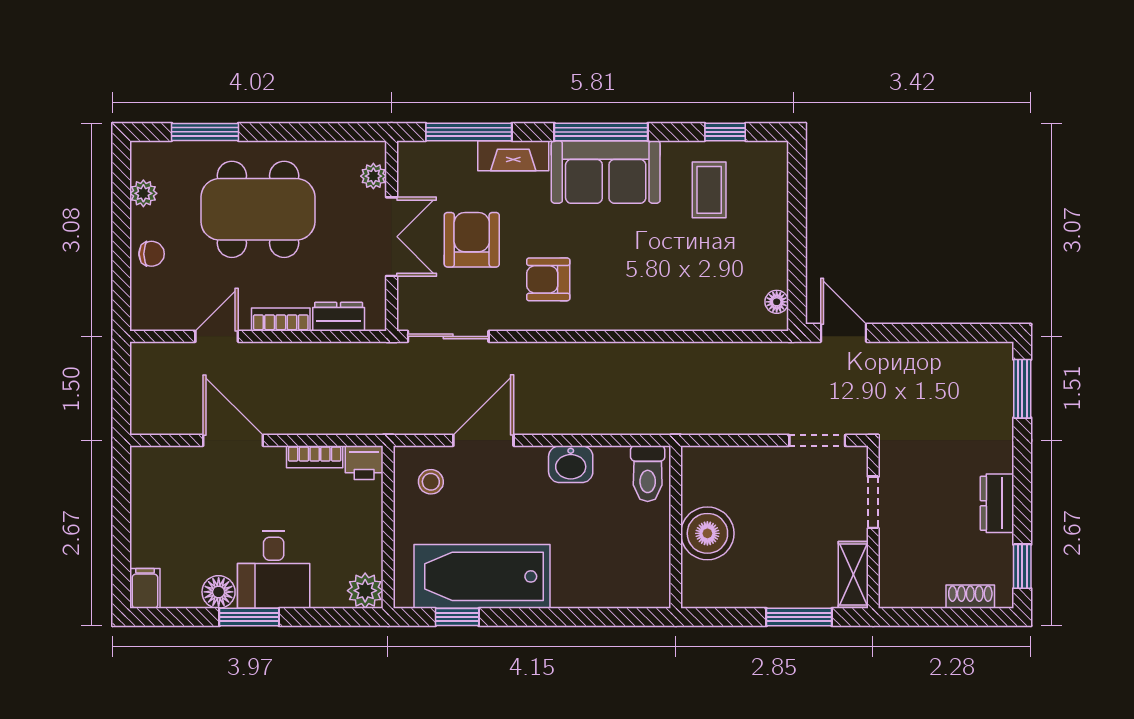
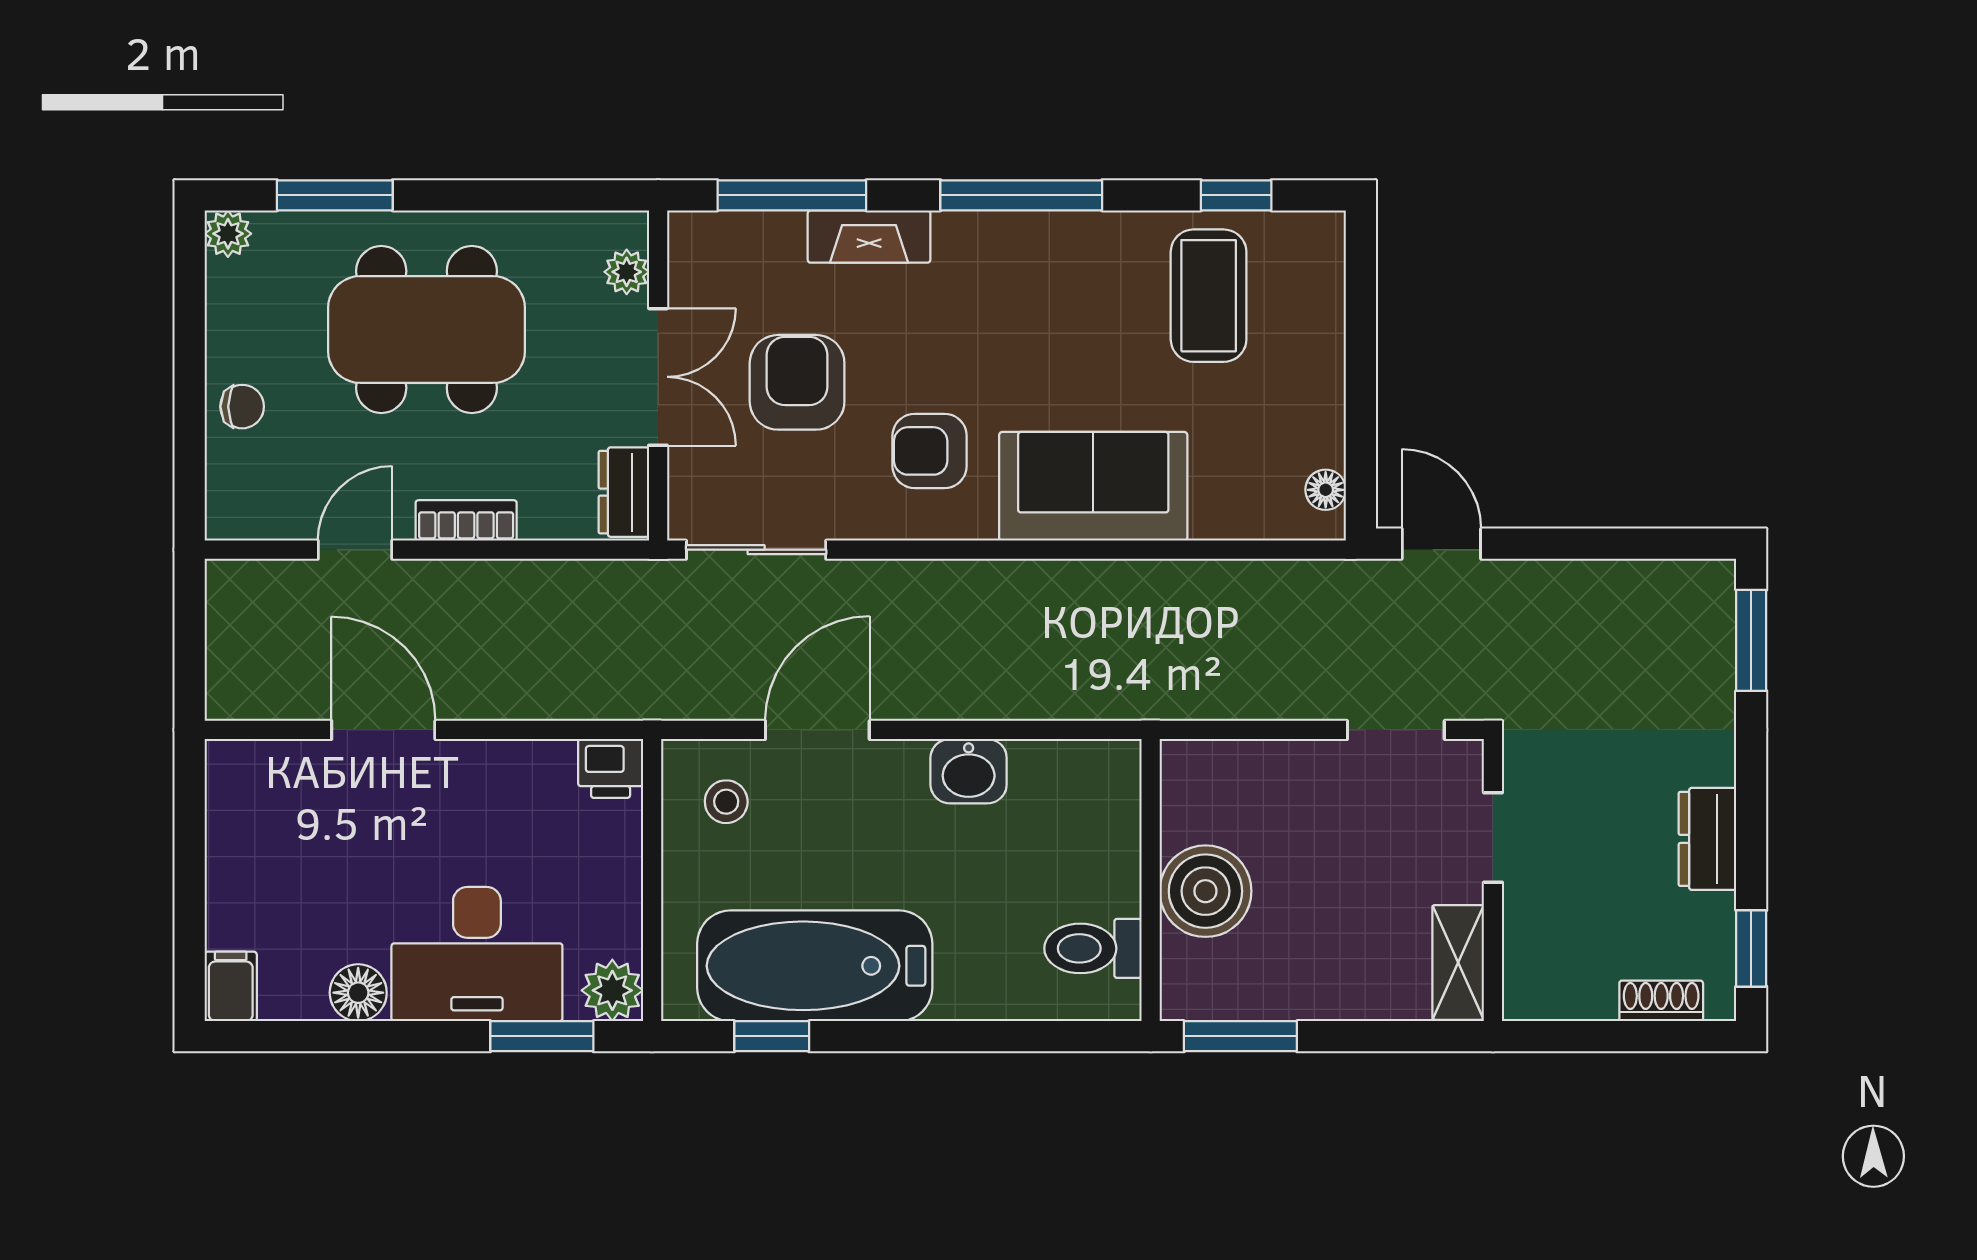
sofa: (606, 172) -> (1093, 486), moved, turned 180
coffee table: (709, 190) -> (1209, 296), width x1.36, depth x1.30
plant: (143, 193) -> (228, 234), moved
dresser: (339, 317) -> (624, 492), moved, turned -90
bookcase: (315, 457) -> (525, 758), removed
toilet: (648, 474) -> (1093, 948), moved, turned 90
desk: (274, 570) -> (477, 954), width x1.37
window: (249, 617) -> (542, 1036), moved
window: (799, 617) -> (1240, 1036), moved

